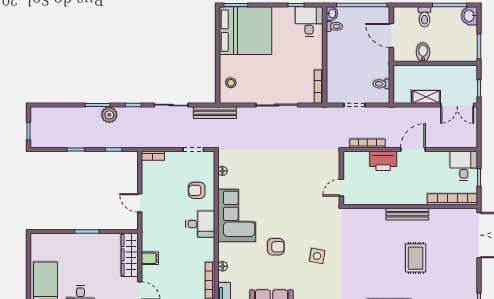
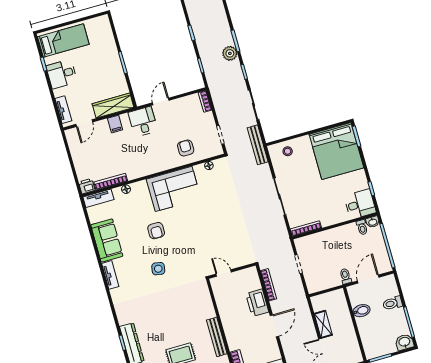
toilet: (381, 84) -> (346, 276), moved
door: (413, 150) -> (274, 326), hinge flipped
desk: (200, 224) -> (143, 122), moved, turned 180

